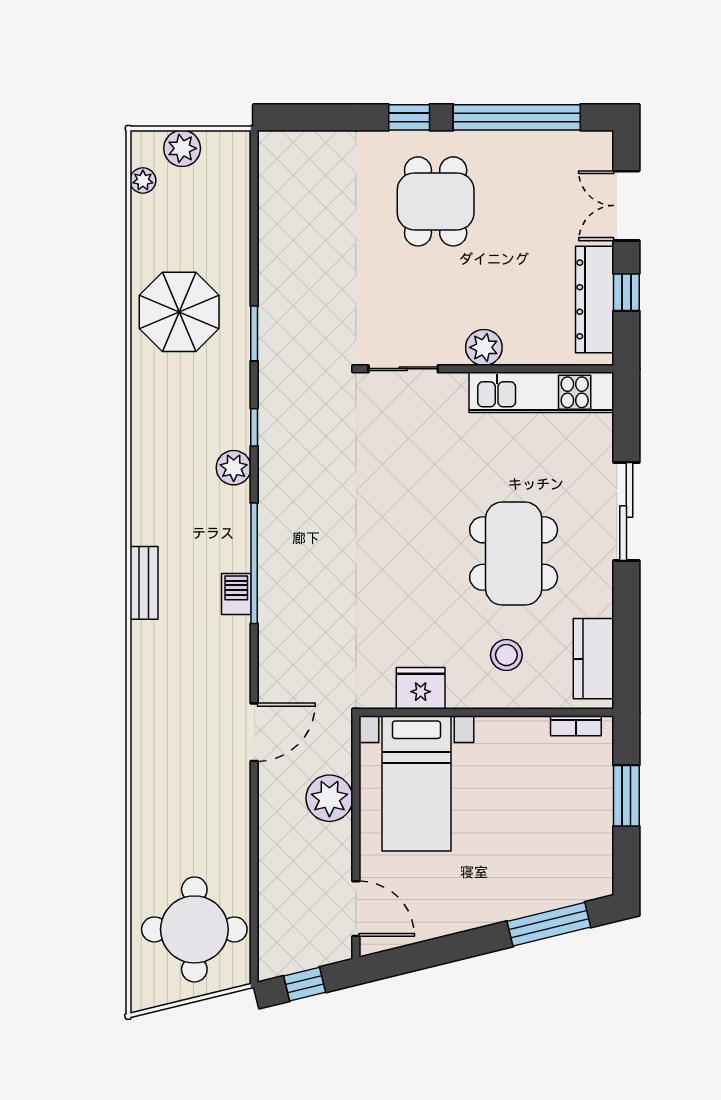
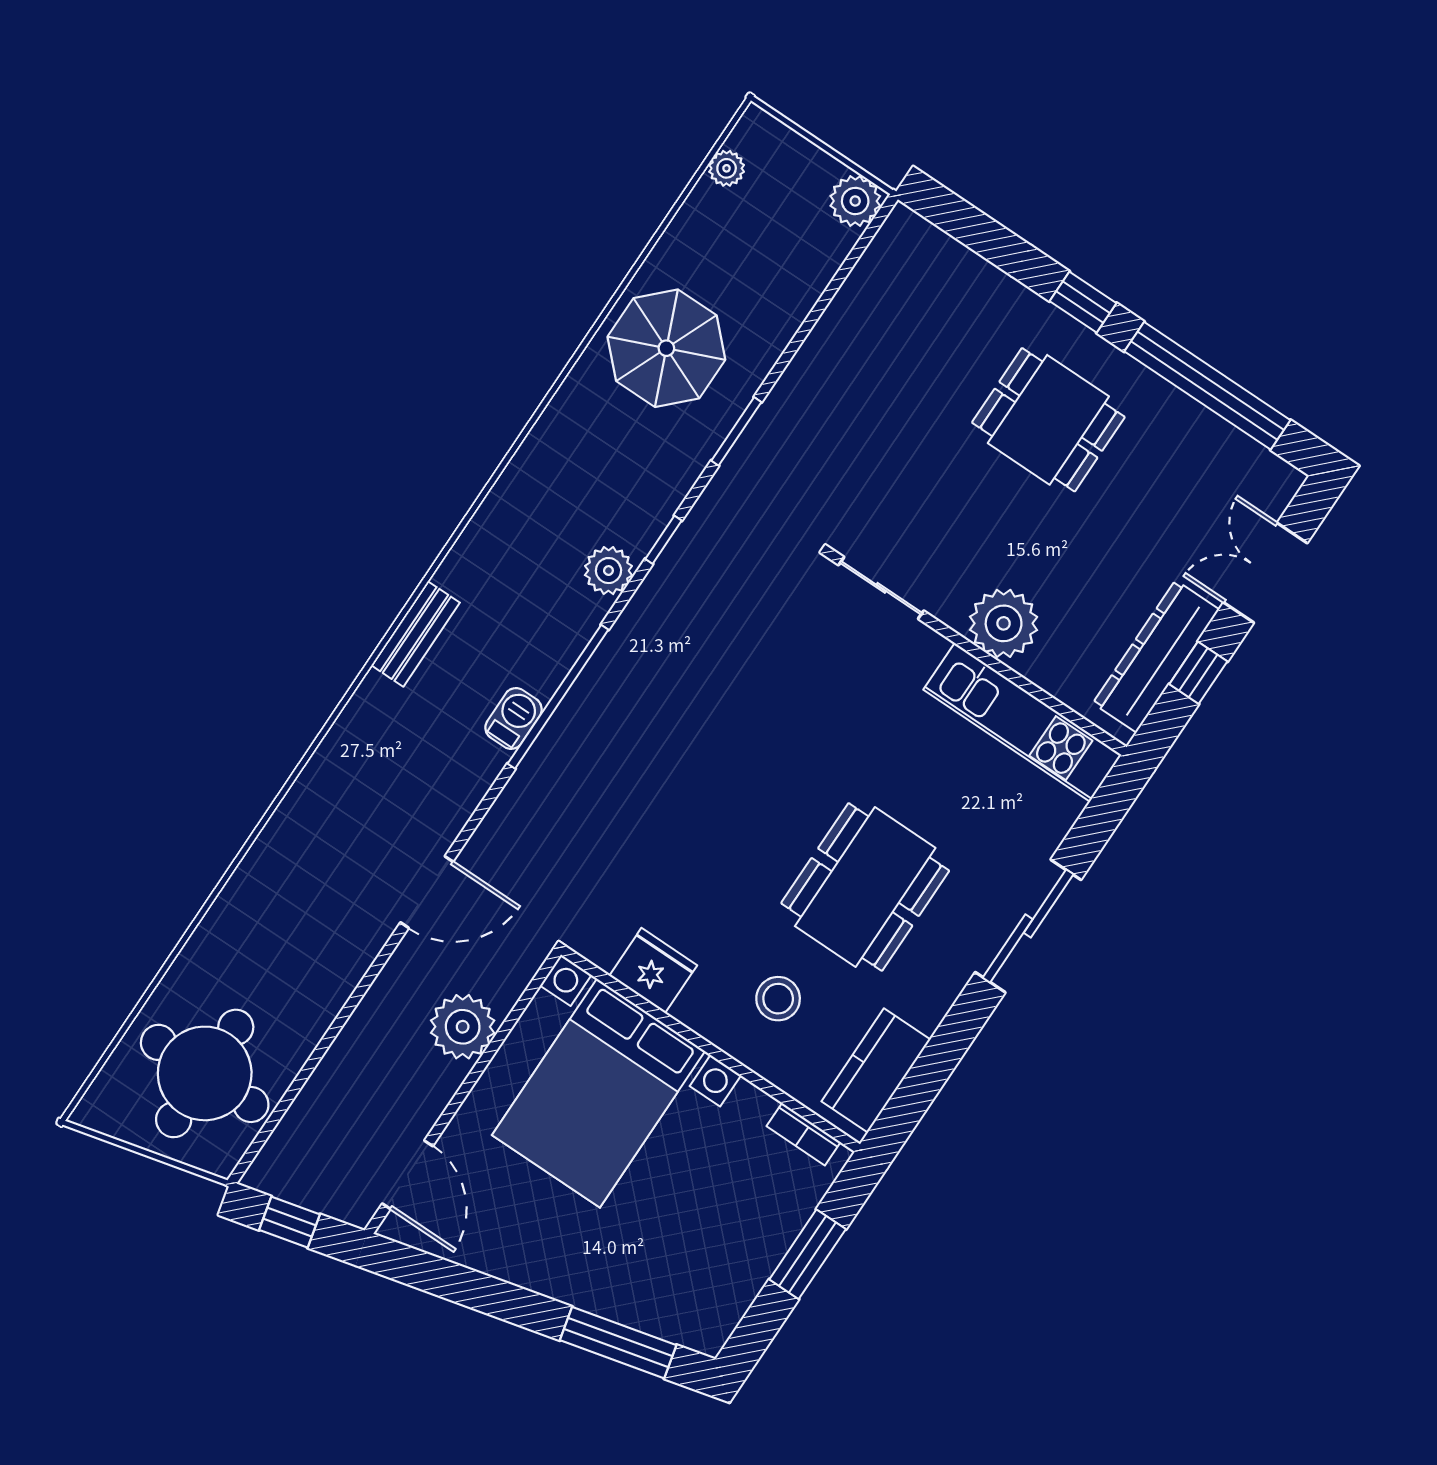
plant: (182, 148) -> (855, 201), moved
dining table: (436, 201) -> (1048, 420), turned 90
plant: (484, 347) -> (1004, 623), width x1.36, depth x1.36
bed with nightstands: (416, 783) -> (598, 1093), width x1.36

